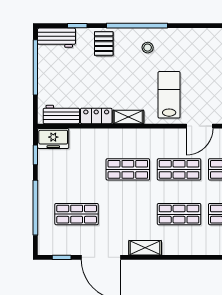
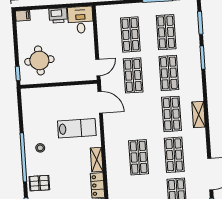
lab bench: (169, 95) -> (77, 128), turned 180
shop shelf: (179, 169) -> (174, 155), moved
shelving: (145, 248) -> (199, 114), moved

